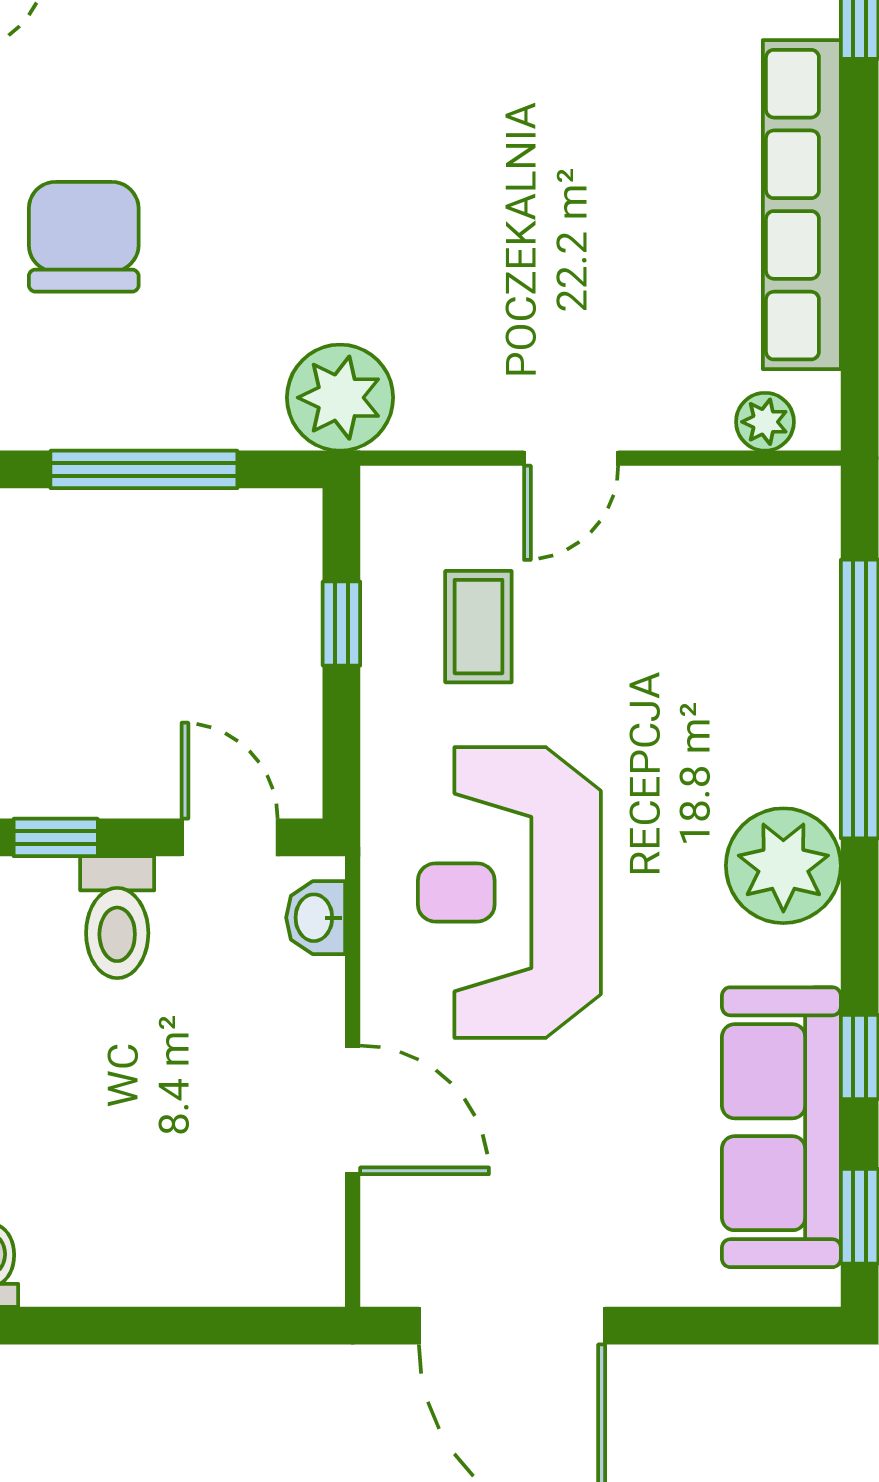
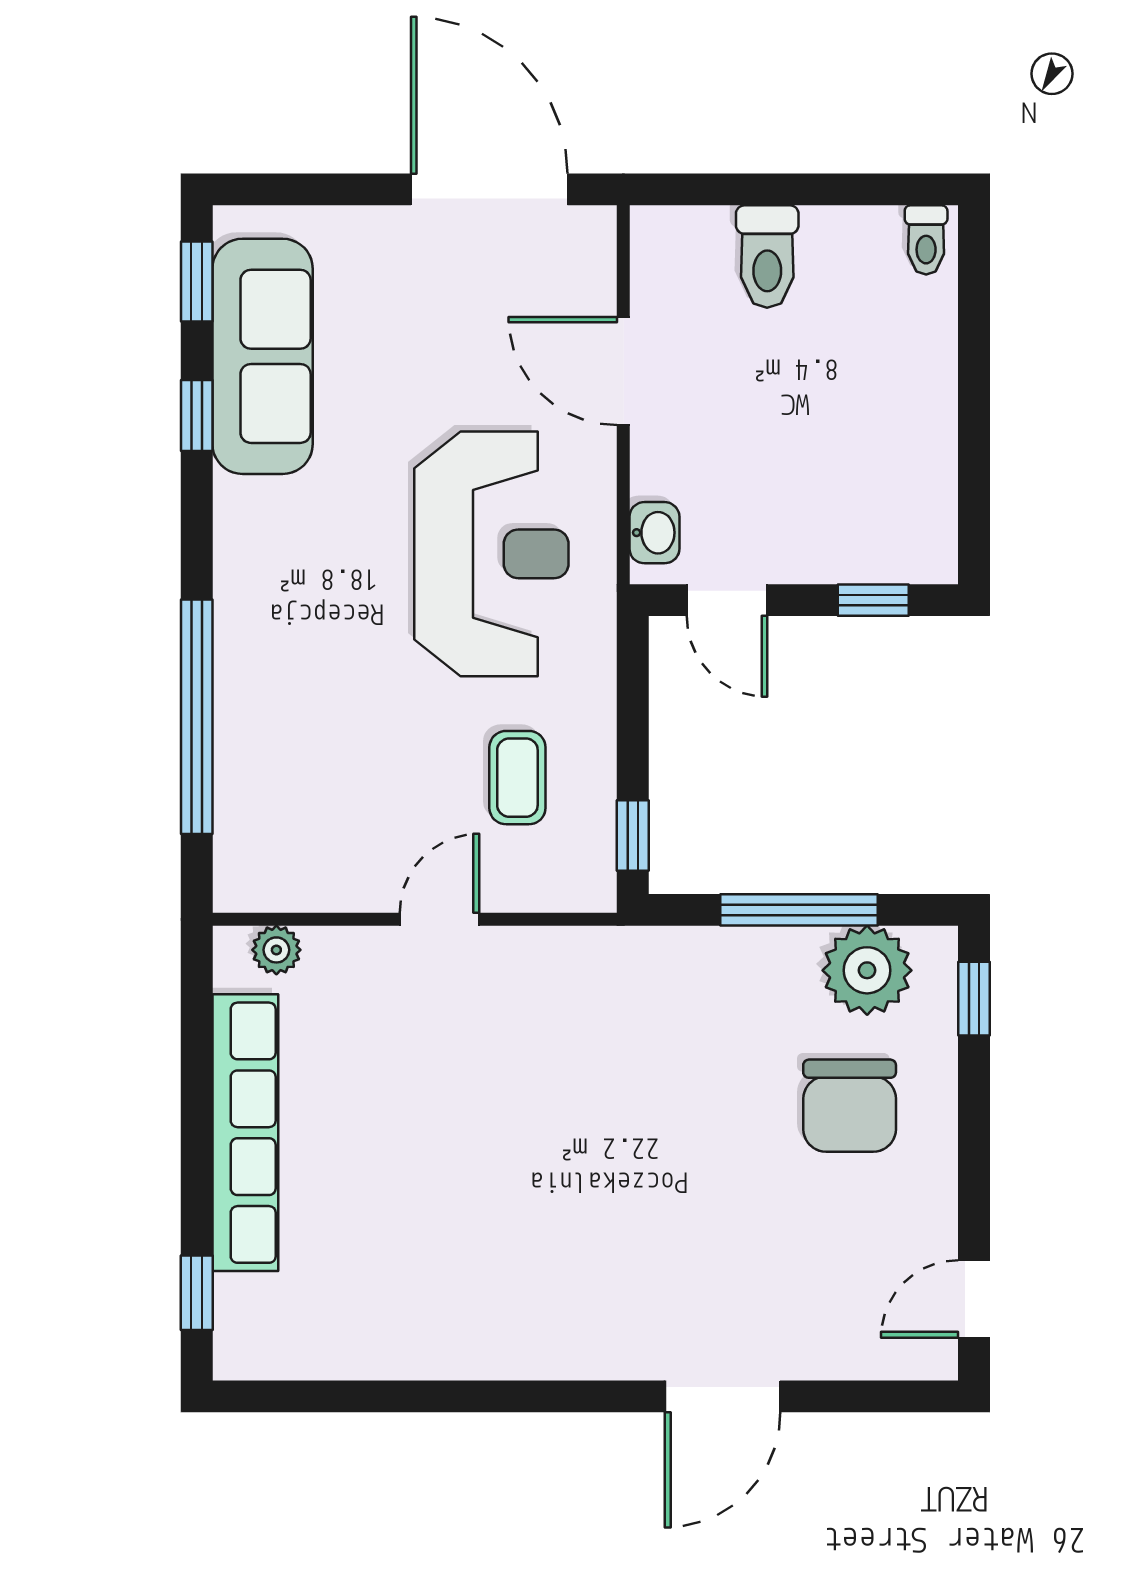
plant: (340, 398) -> (867, 970), moved
window: (341, 624) -> (633, 835), moved
plant: (783, 866) -> (261, 576), removed
toilet: (117, 917) -> (767, 257), moved, turned 180

